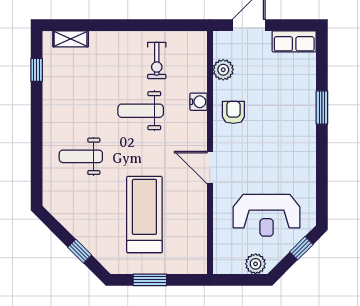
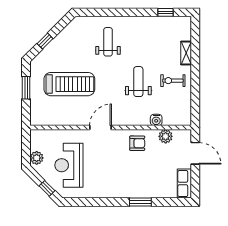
shelving: (71, 39) -> (186, 53), moved
exercise bike: (157, 60) -> (173, 81), moved
water cooler: (198, 102) -> (156, 120), moved

